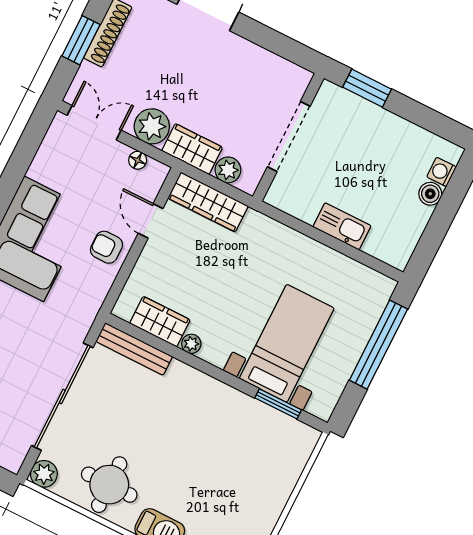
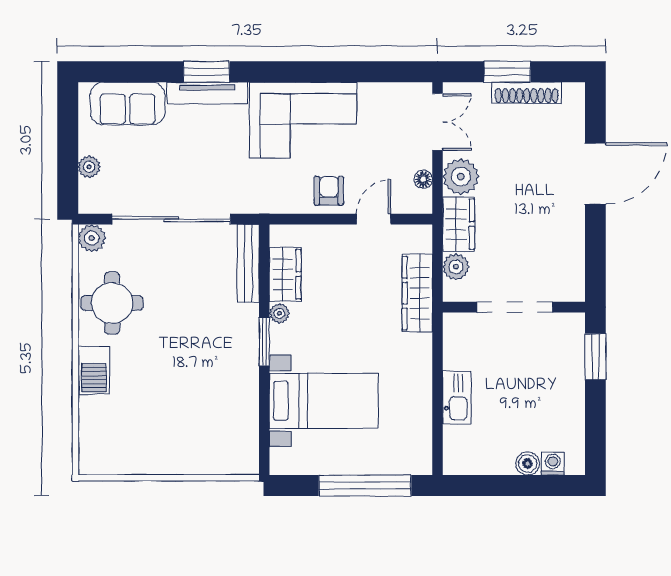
wardrobe: (208, 202) -> (417, 293), moved
window: (278, 404) -> (264, 342), moved

